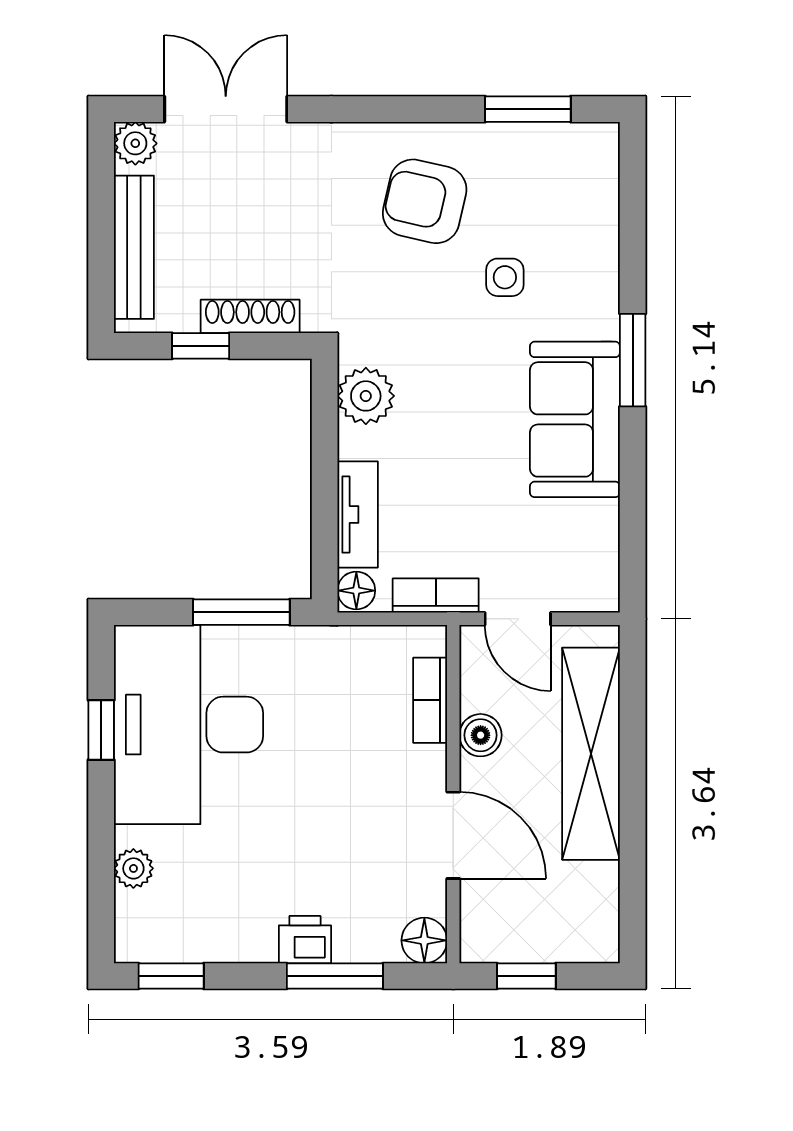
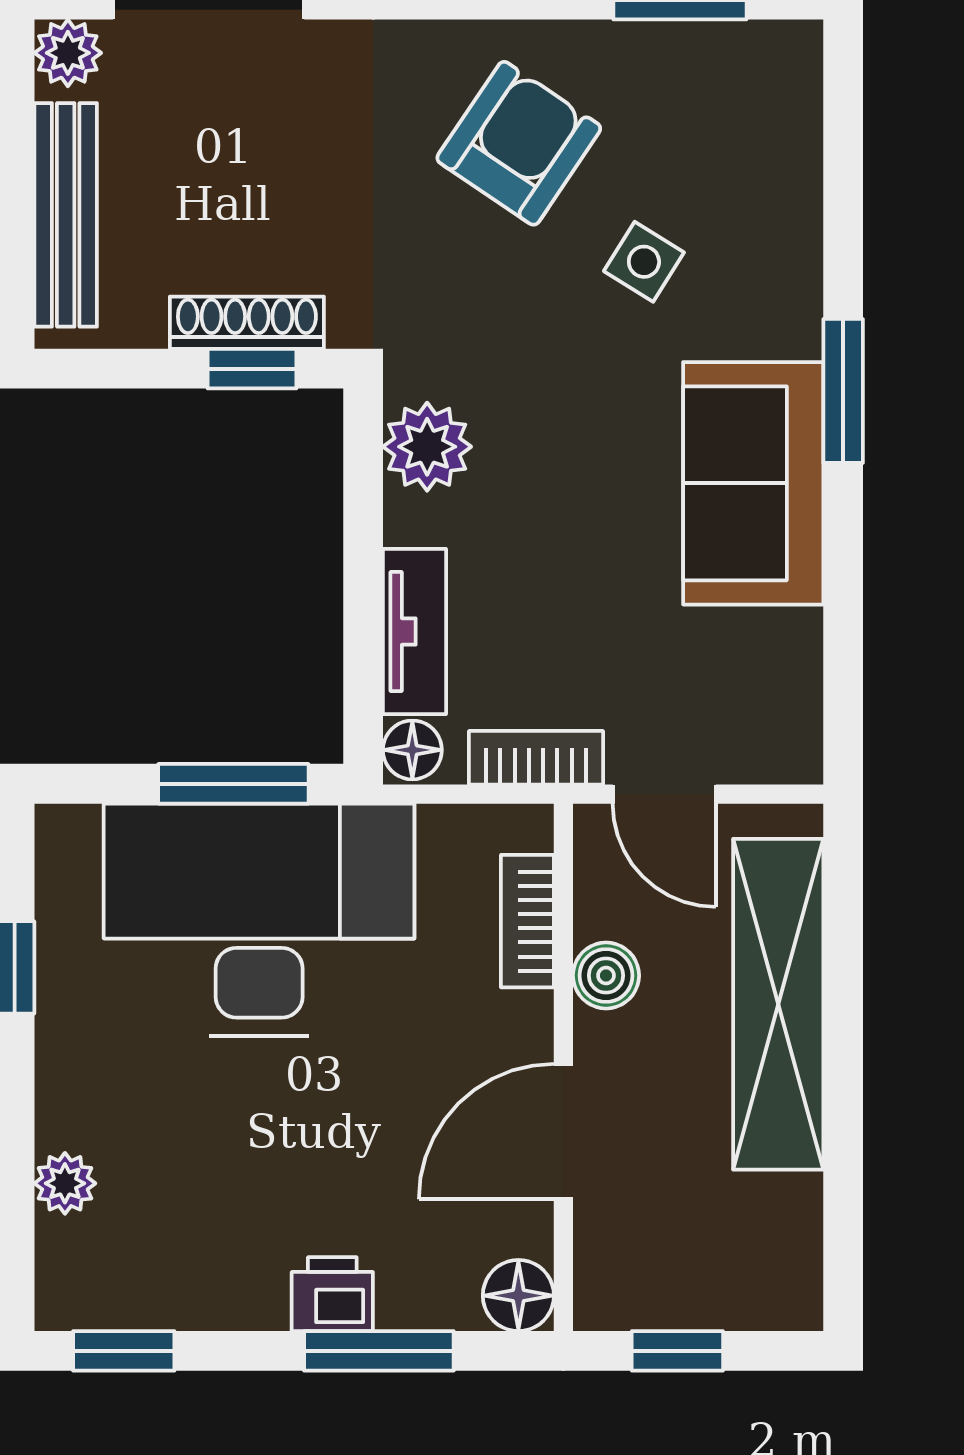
armchair: (425, 201) -> (519, 143), turned 111
side table: (505, 277) -> (644, 262), turned 32
window: (201, 346) -> (252, 369), moved
desk: (188, 725) -> (259, 920), moved, turned 90
door: (453, 835) -> (563, 1131), swing flipped

